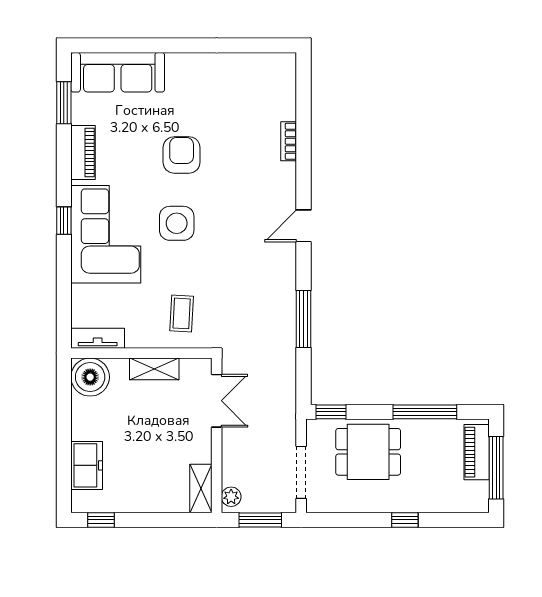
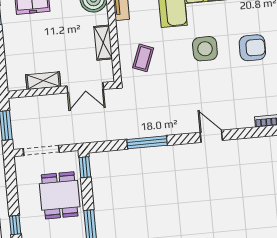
coffee table: (182, 313) -> (143, 58), turned -72
shelving: (201, 489) -> (43, 81), moved
plant: (231, 497) -> (20, 104), removed

